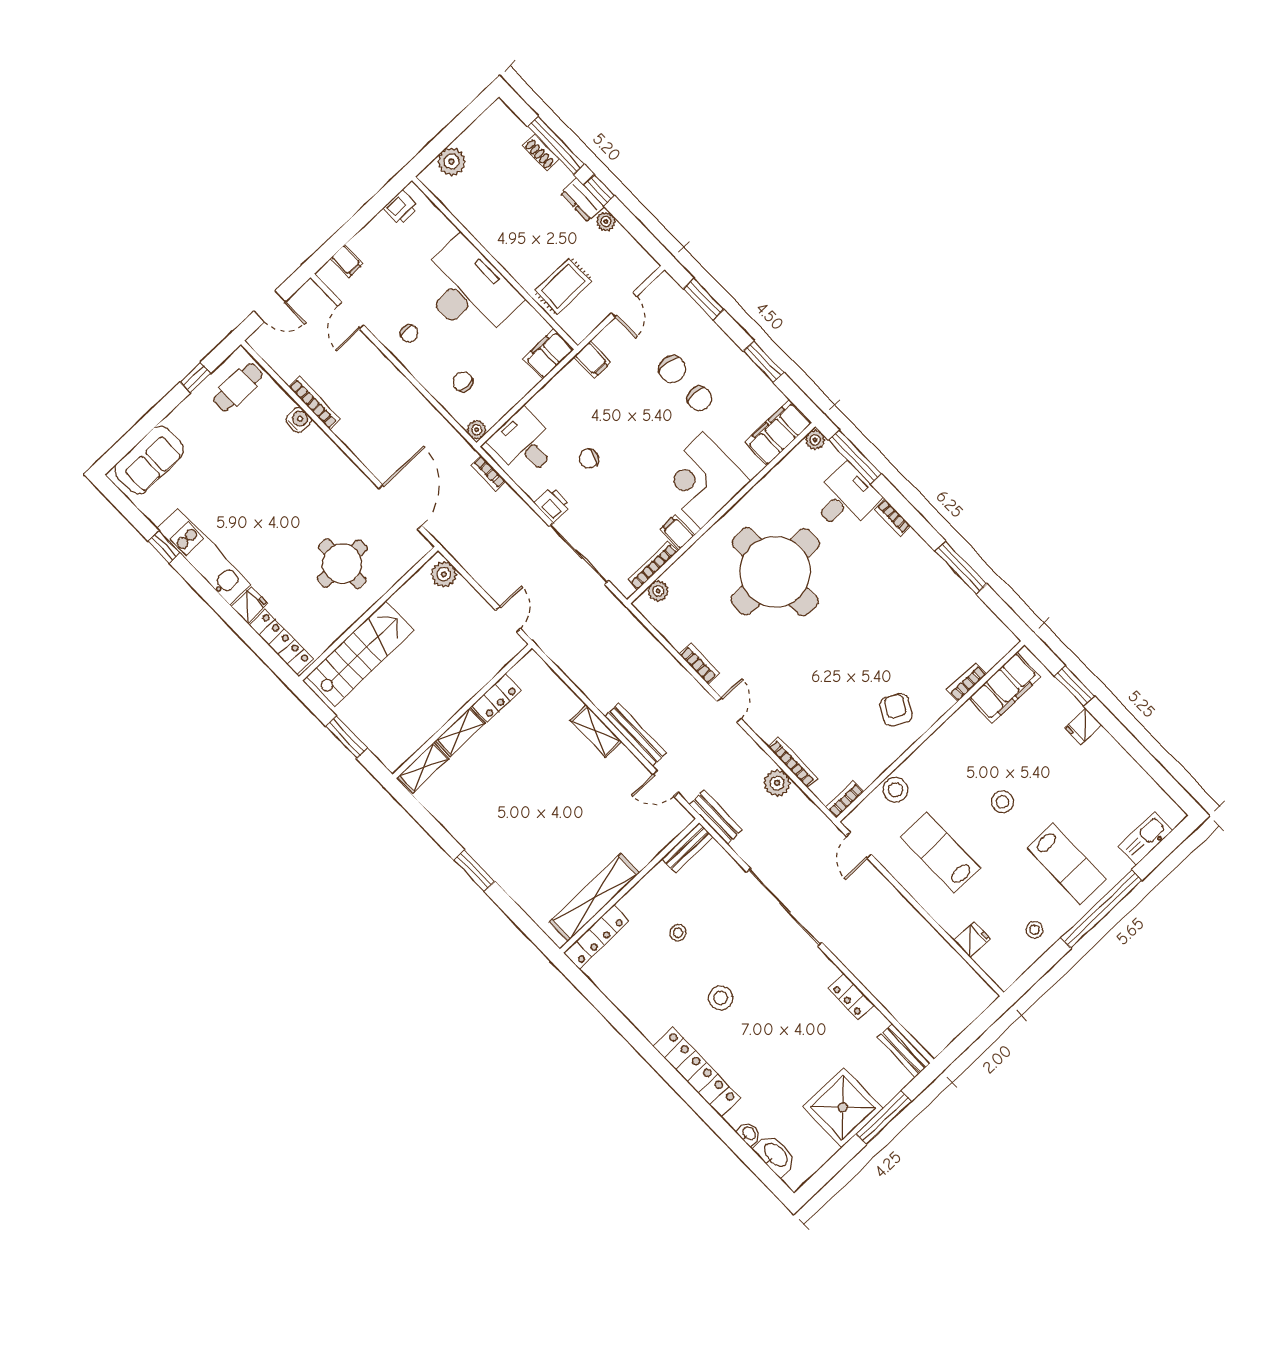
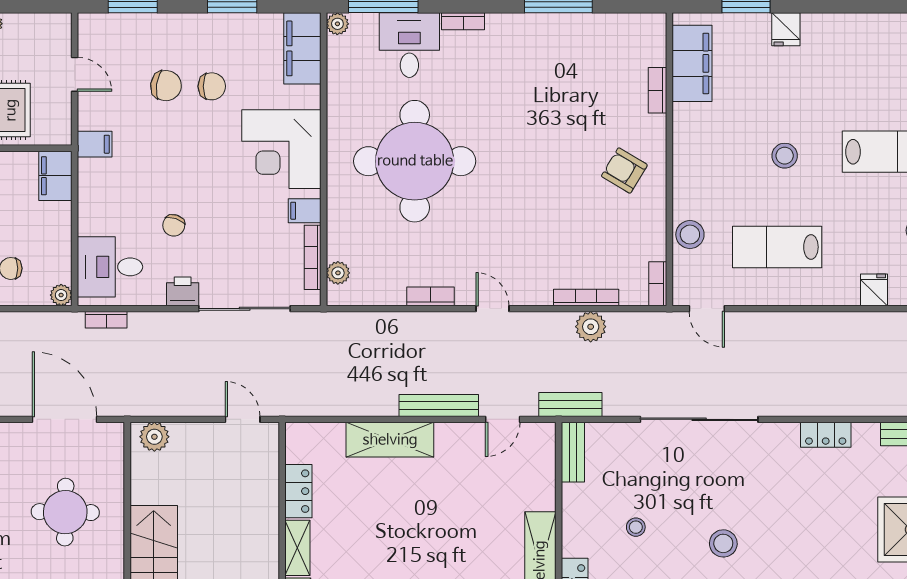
shelving: (596, 731) -> (390, 440), width x1.50, depth x1.33

